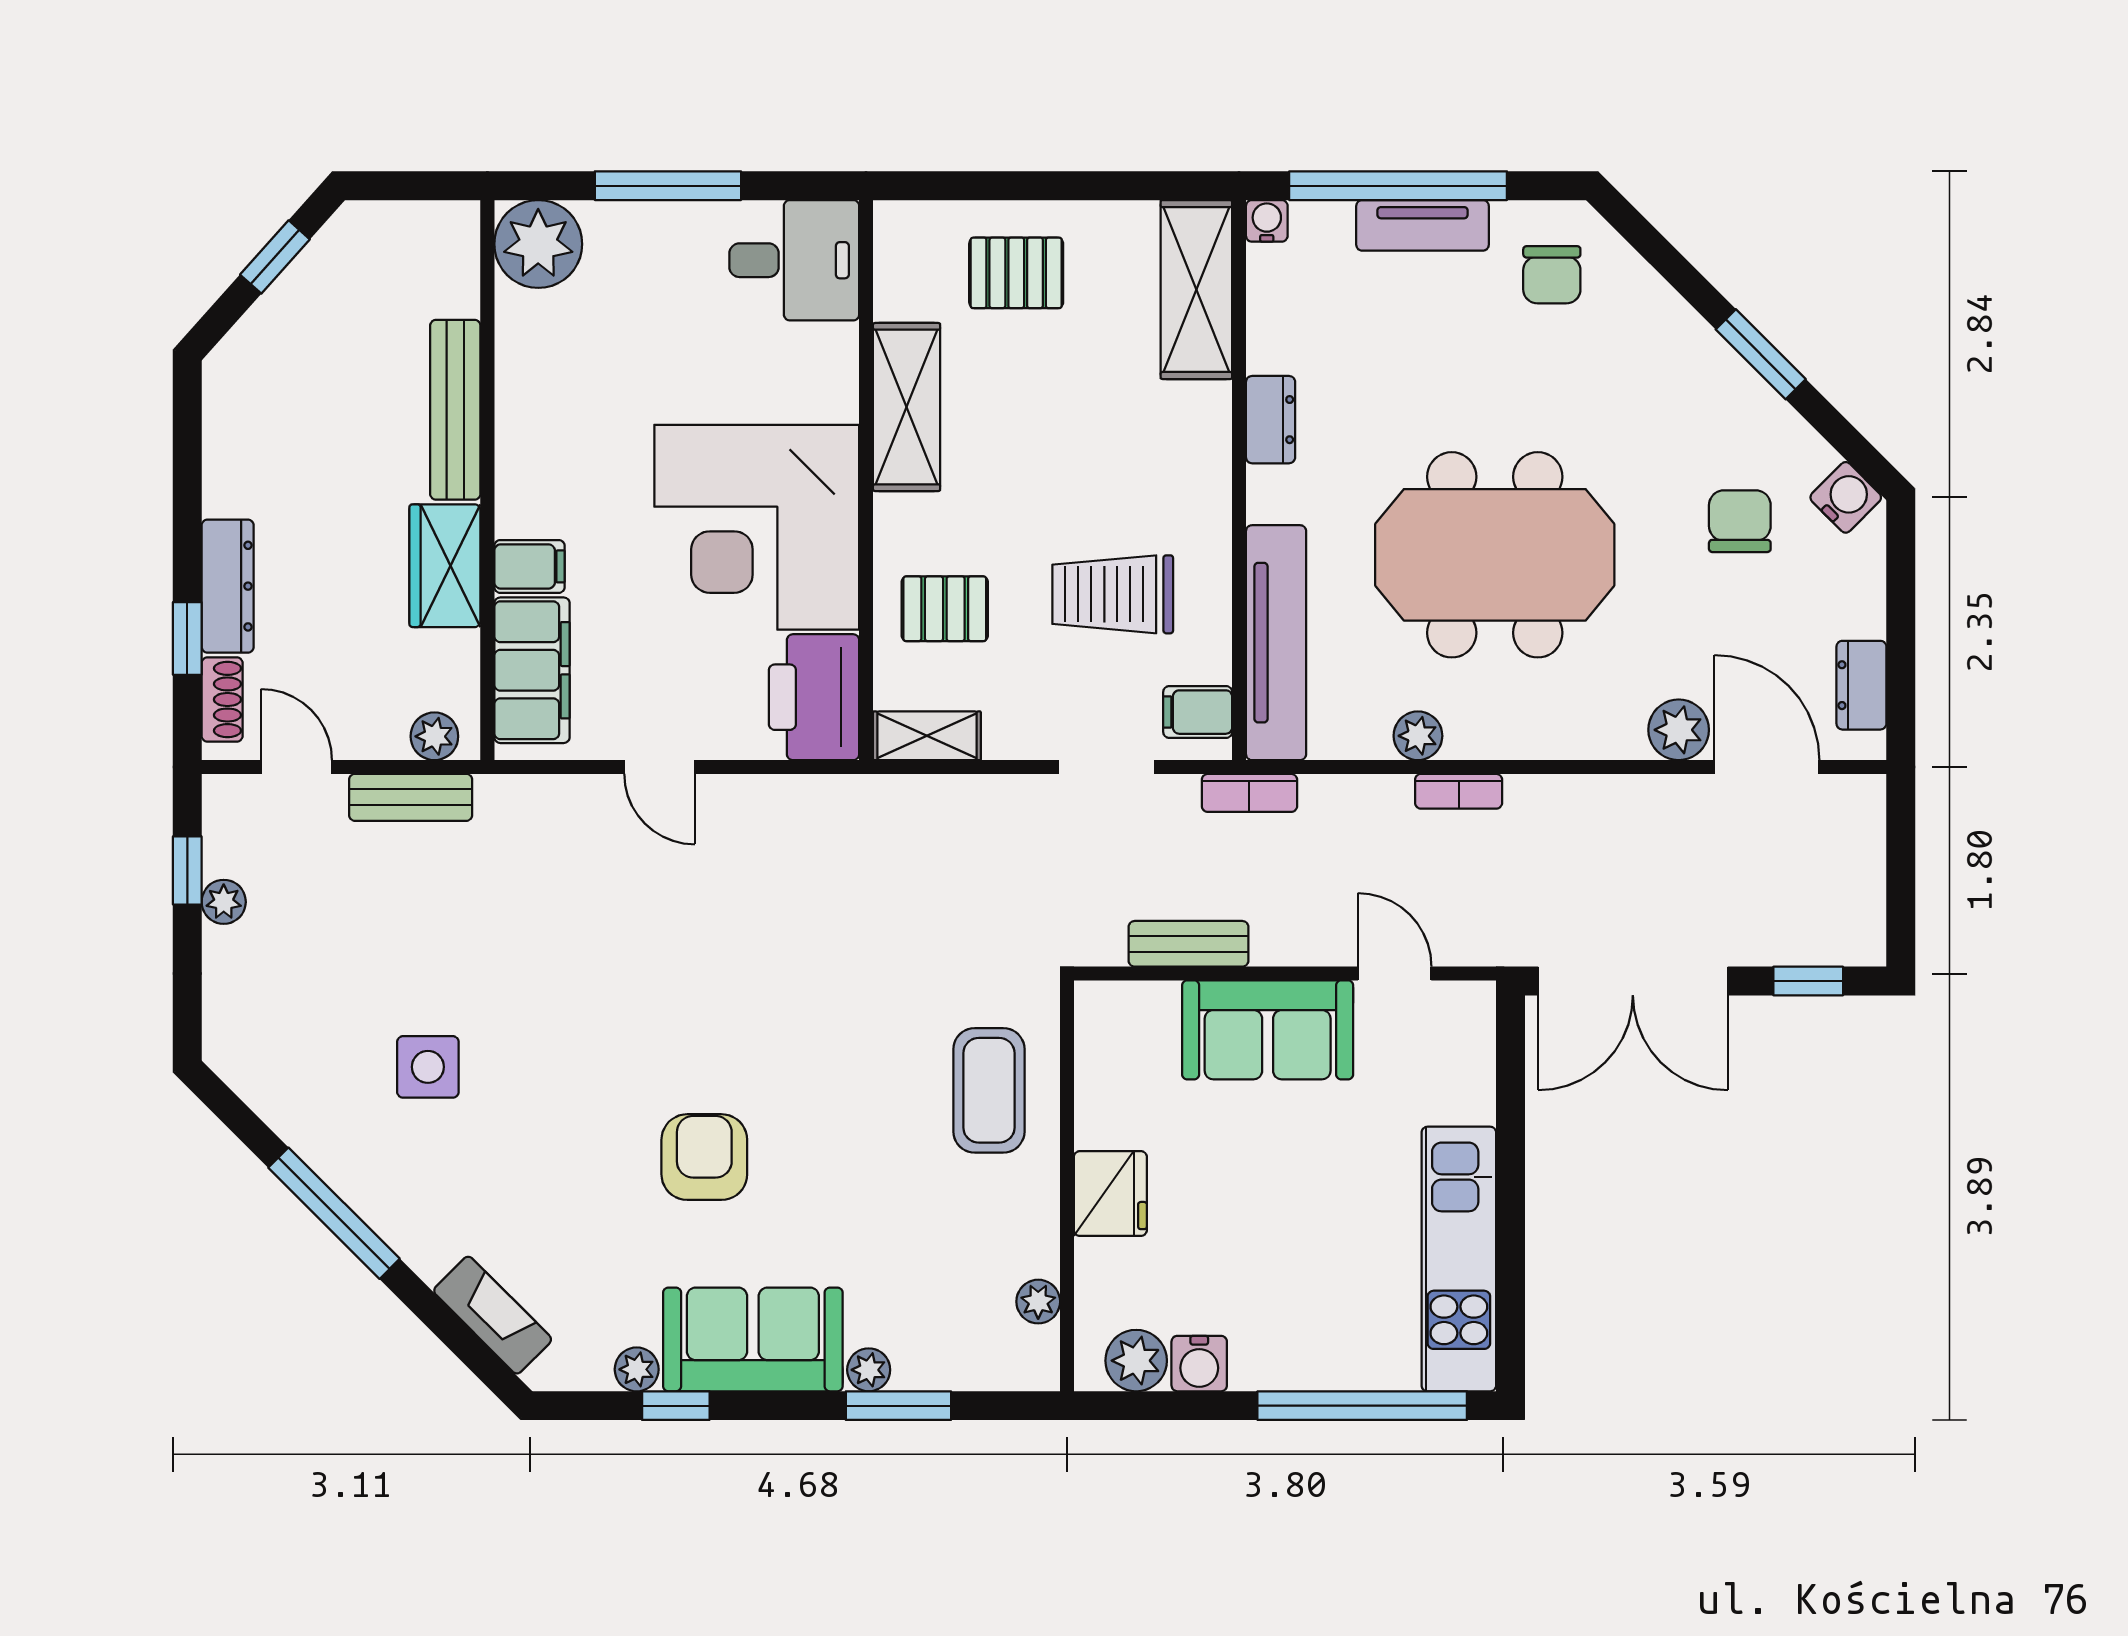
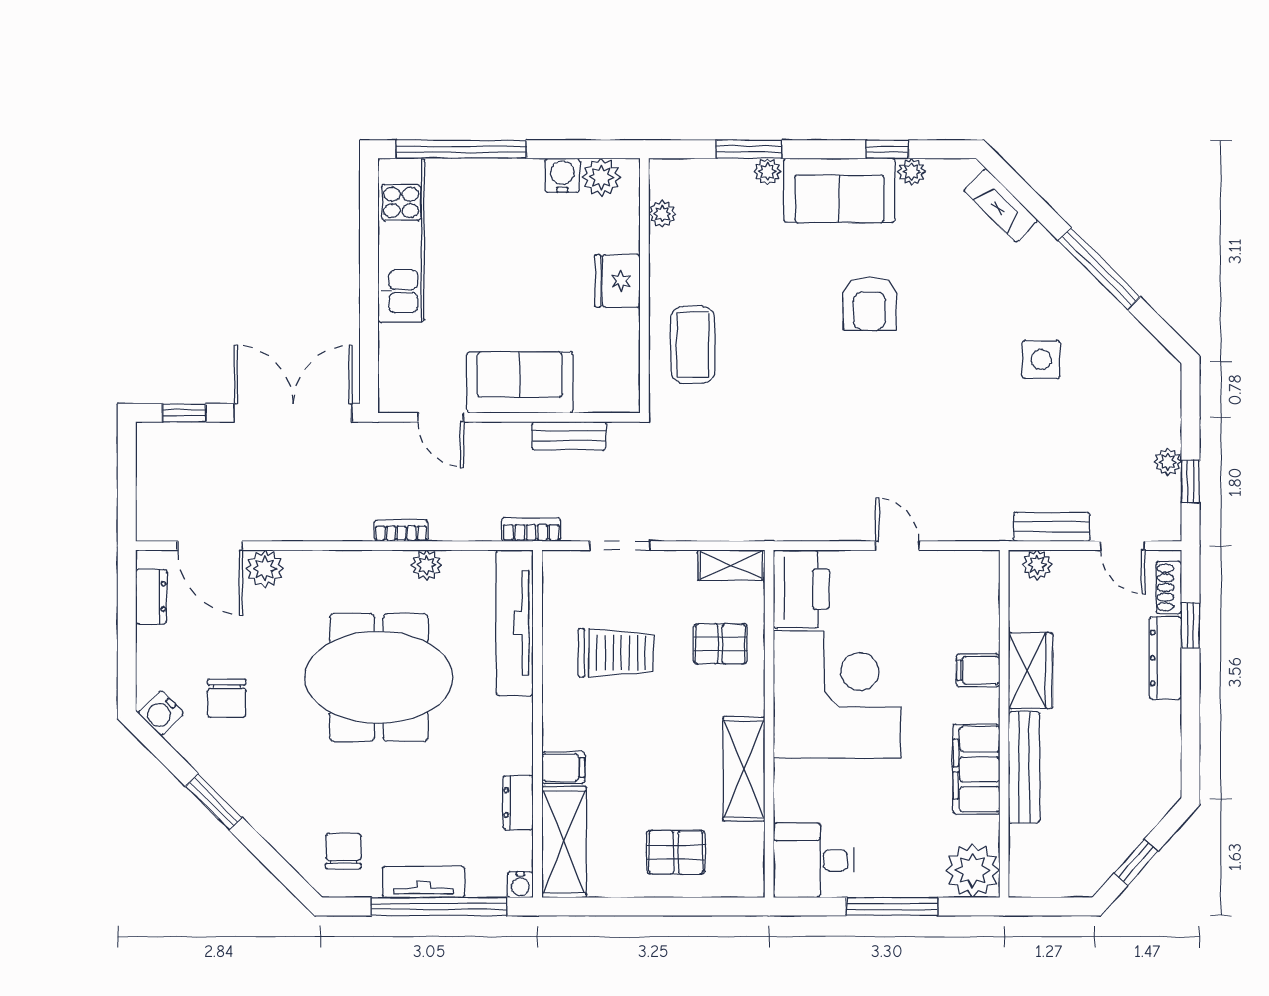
dresser: (1271, 420) -> (518, 803), moved
filing cabinet: (532, 670) -> (976, 769), moved
filing cabinet: (1198, 712) -> (563, 768), moved

